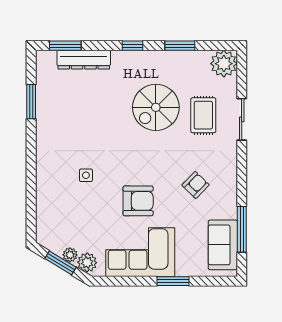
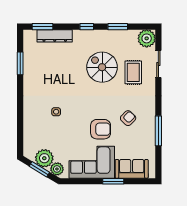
spiral stairs: (156, 107) -> (102, 67), turned 90
sliding door: (242, 119) -> (158, 64), moved
armchair: (138, 201) -> (101, 129), moved
window: (242, 229) -> (158, 131), moved
sofa: (223, 245) -> (132, 169), moved, turned 90
plant: (70, 255) -> (44, 158), width x1.87, depth x1.87

